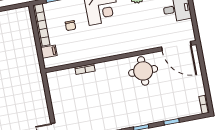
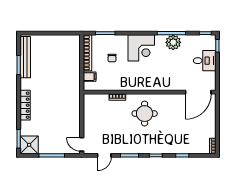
door: (176, 46) -> (198, 92), hinge flipped
round table: (143, 71) -> (145, 114), moved

